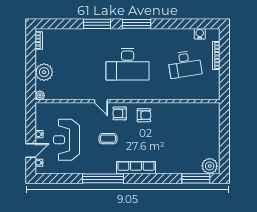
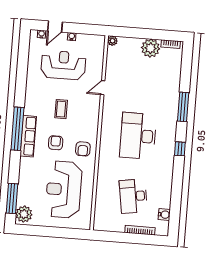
window: (137, 24) -> (180, 149), width x0.46
plant: (44, 72) -> (151, 48), moved
door: (101, 101) -> (103, 88), moved
armchair: (120, 113) -> (56, 143), moved
reception desk: (184, 130) -> (64, 190), added
door: (31, 150) -> (55, 27), hinge flipped
window: (103, 178) -> (17, 129), moved

